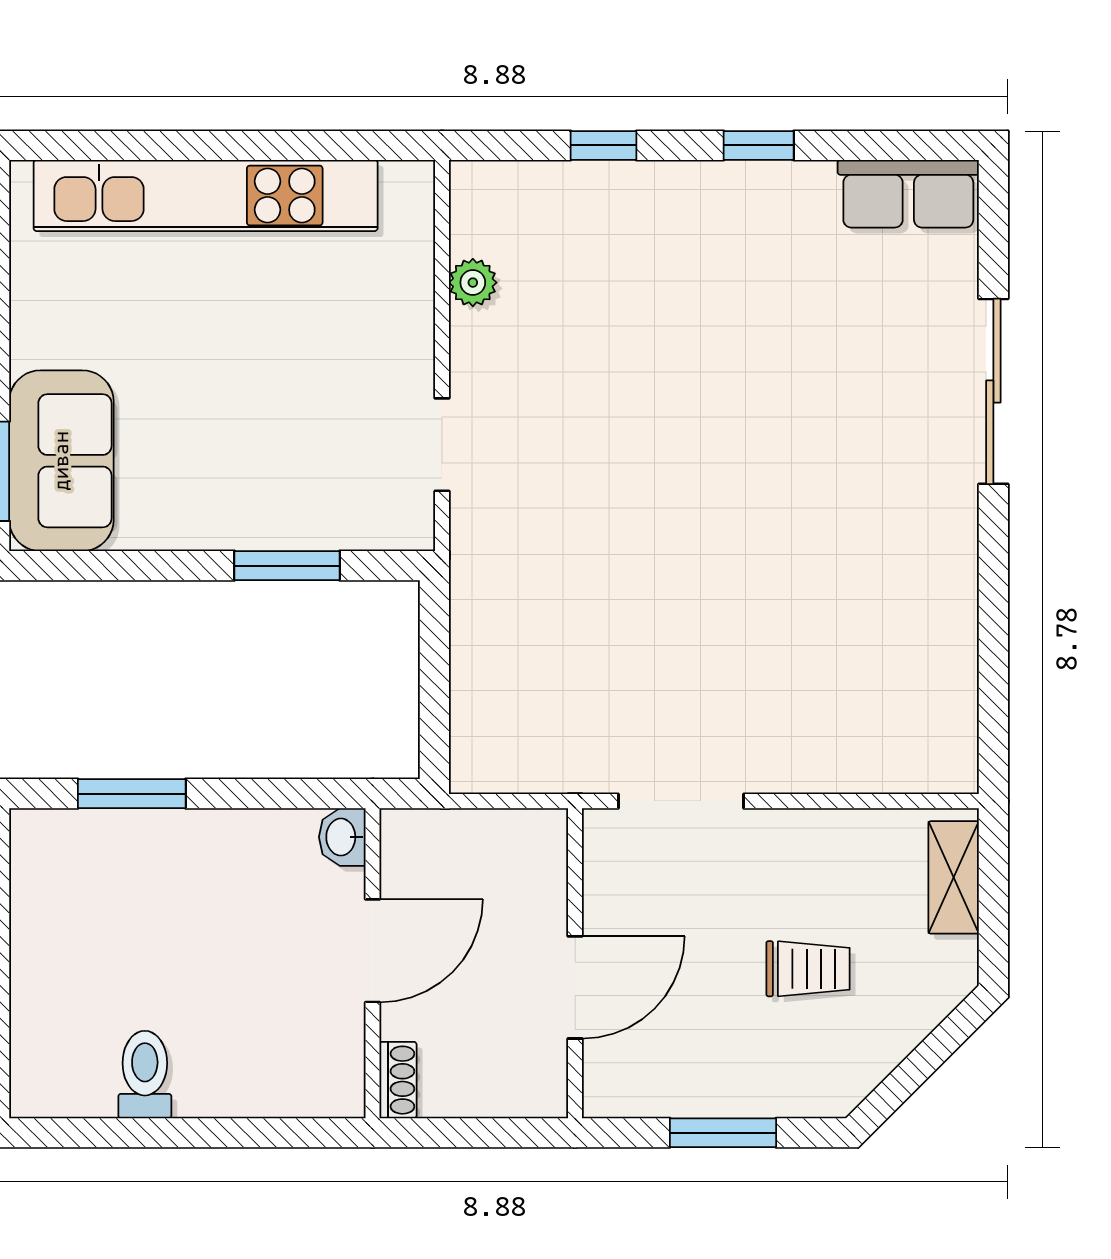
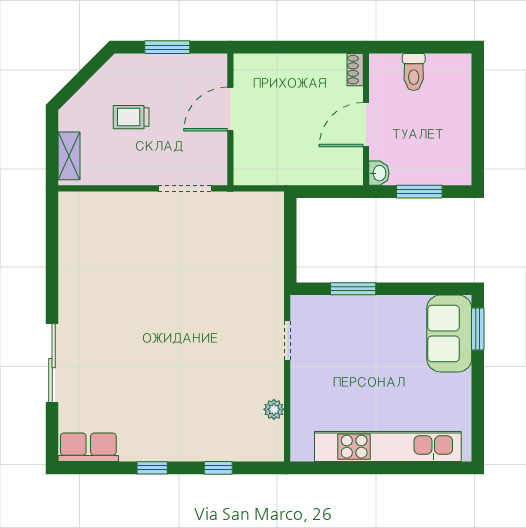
washbasin: (342, 837) -> (379, 173), moved
door: (373, 951) -> (366, 125), moved
wall: (373, 963) -> (366, 119), moved
shoe rack: (398, 1080) -> (355, 70), moved

